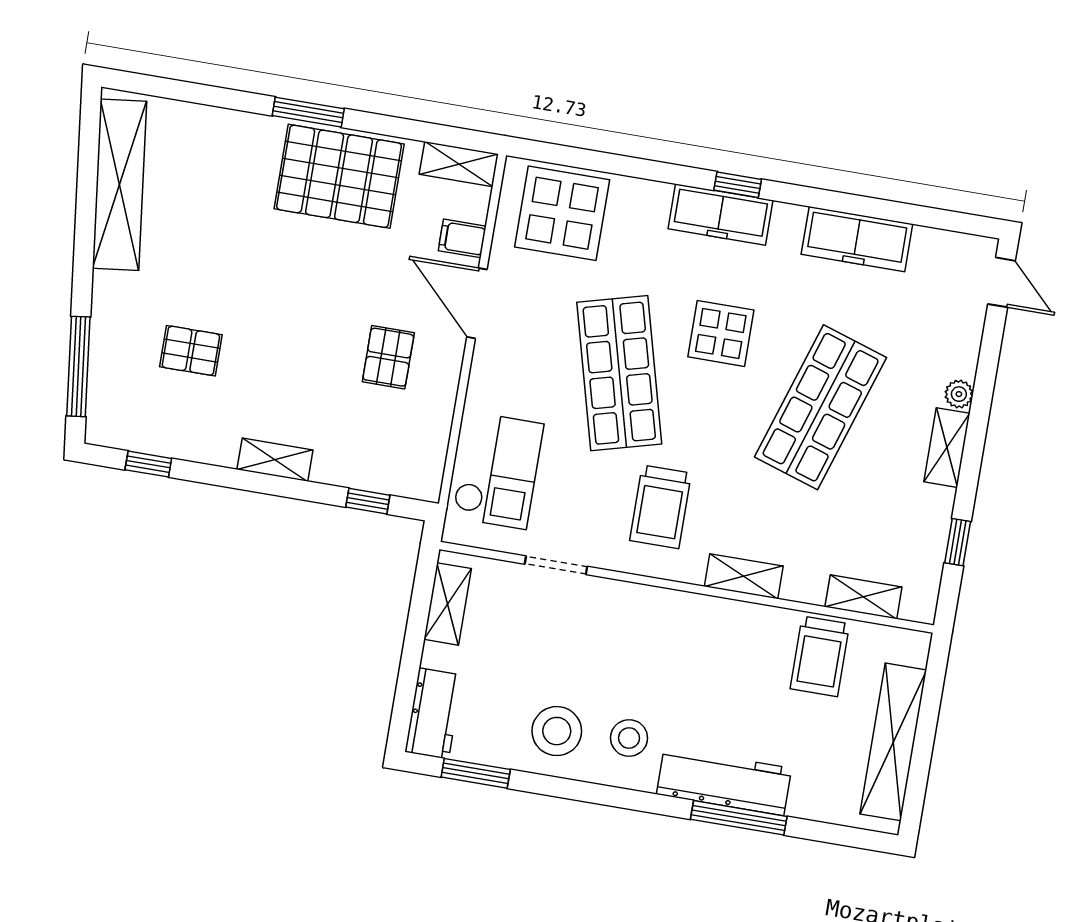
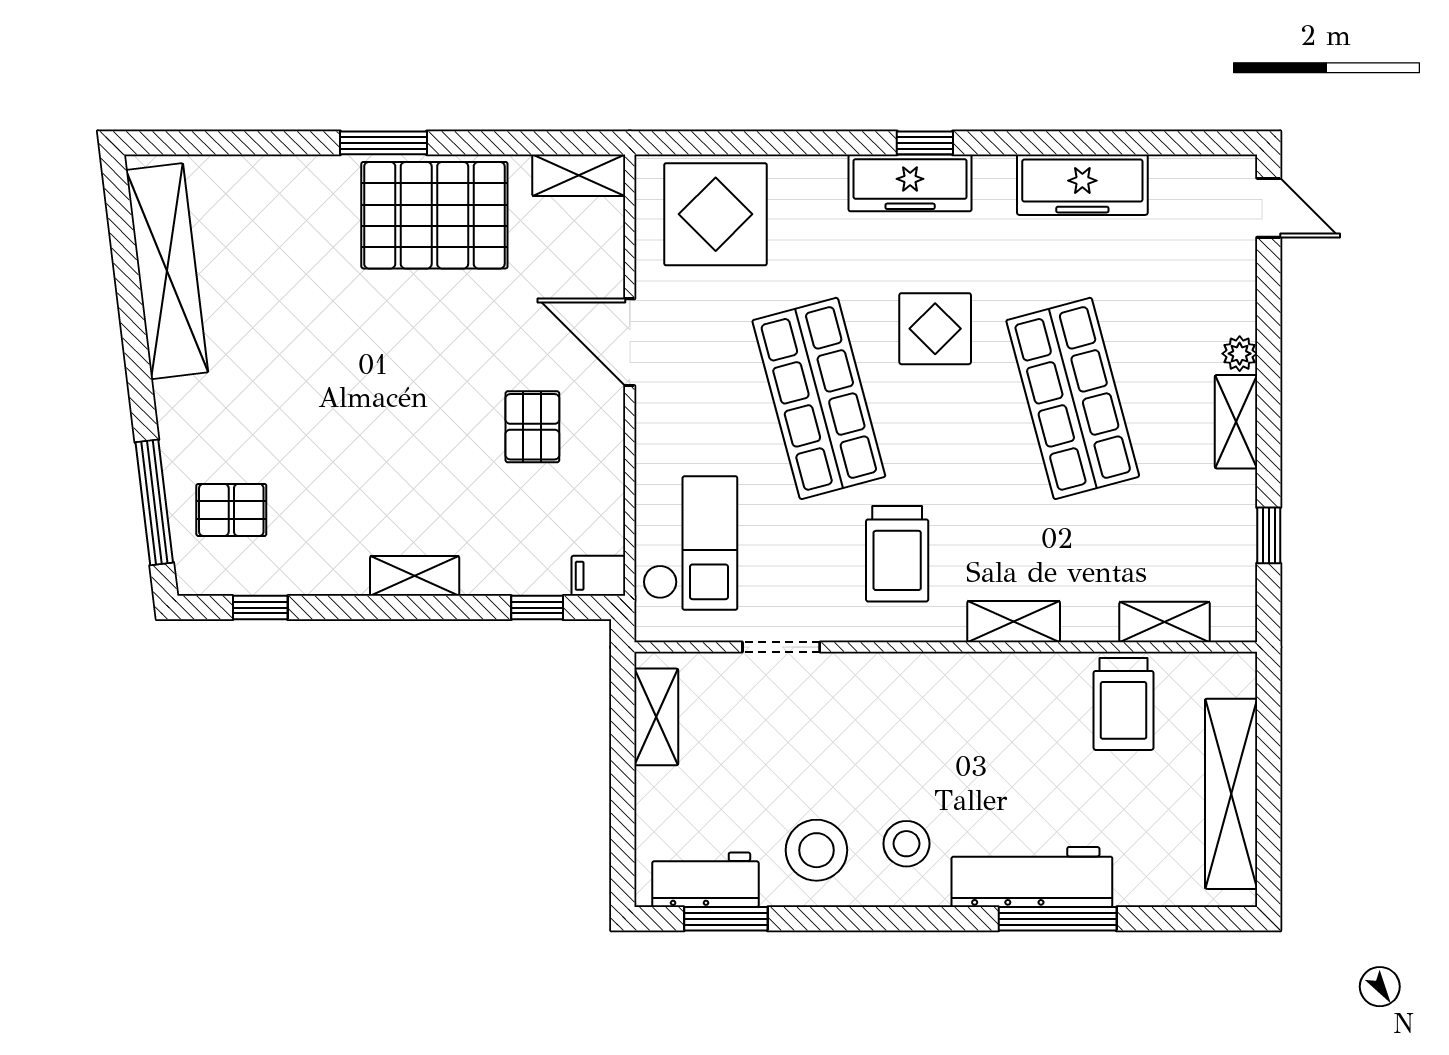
filing cabinet: (462, 238) -> (598, 576), moved
pallet: (191, 351) -> (231, 510), moved
shop shelf: (821, 407) -> (1073, 398), turned -33
workbench: (434, 713) -> (705, 880), moved, turned -90

